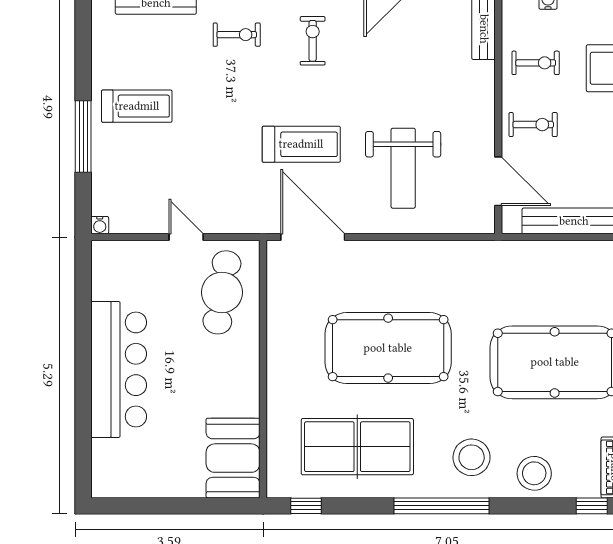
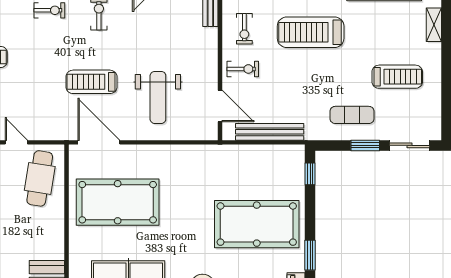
exercise bike: (536, 63) -> (244, 29), turned 90
treadmill: (301, 144) -> (91, 82), turned 180
pool table: (388, 348) -> (118, 202), moved

